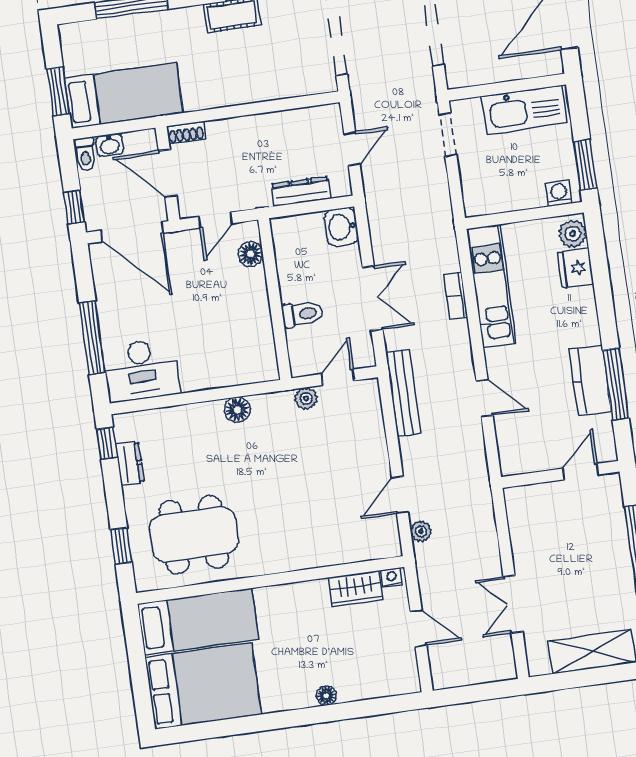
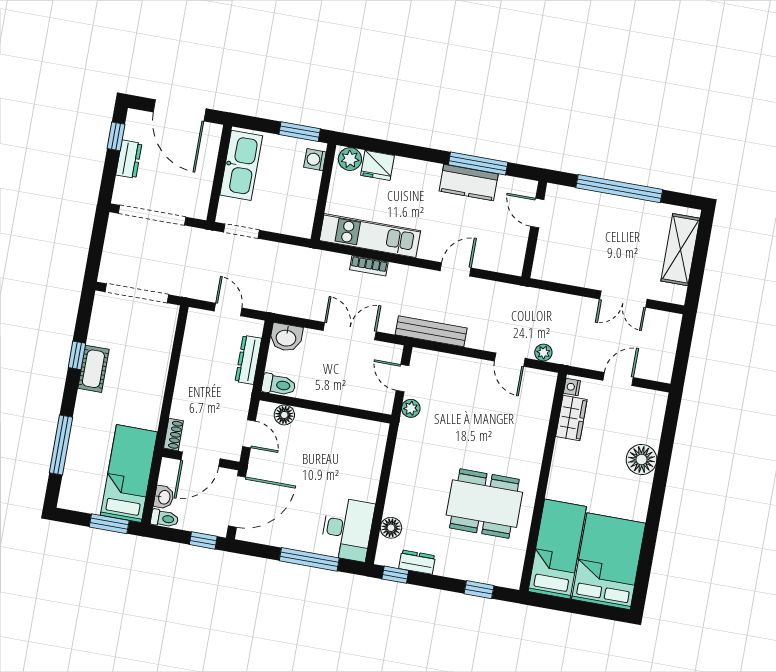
toilet: (302, 314) -> (279, 385), moved, turned 90
floor lamp: (237, 410) -> (391, 528), moved
dining table: (194, 534) -> (484, 504), moved, turned 90
floor lamp: (326, 696) -> (642, 459), width x1.89, depth x1.89

